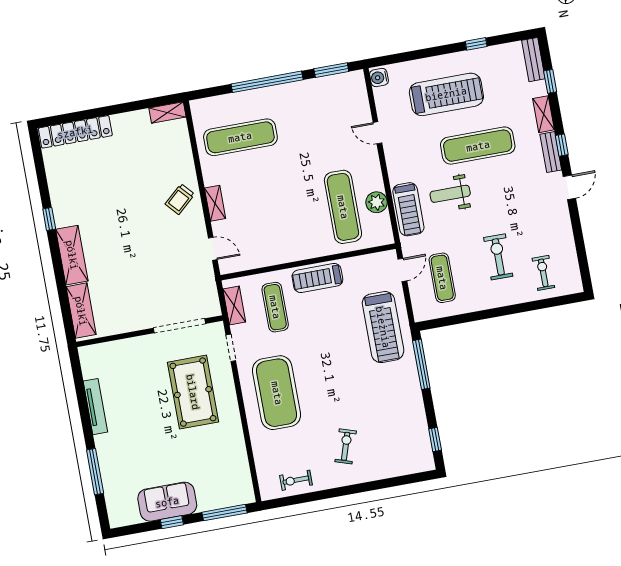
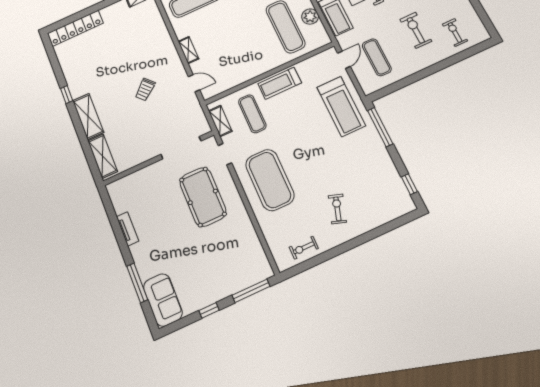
trolley: (180, 199) -> (145, 89), moved
tv unit: (95, 407) -> (128, 229), width x0.71
sofa: (167, 502) -> (163, 300), moved, turned 90

